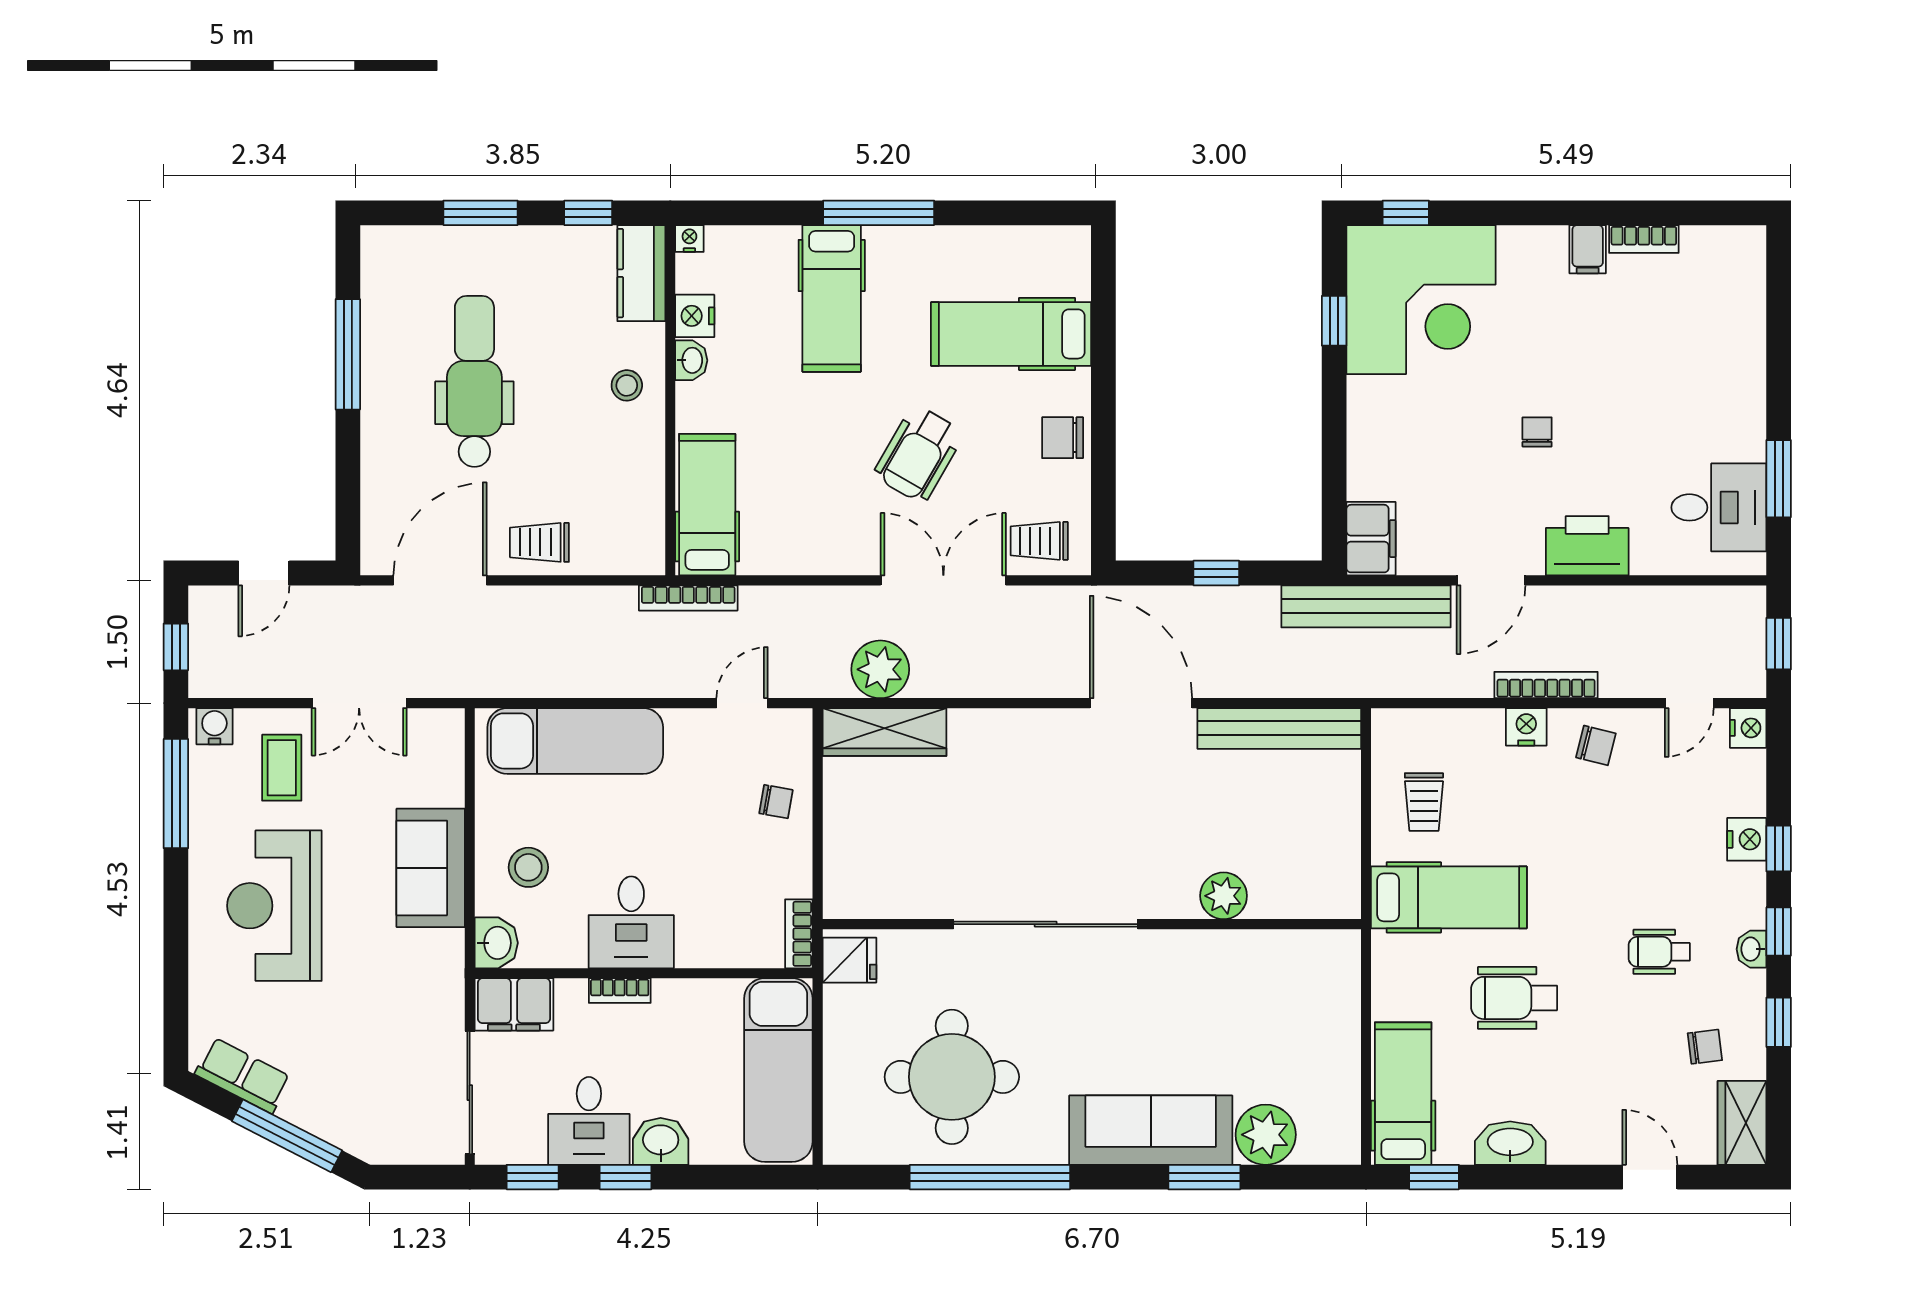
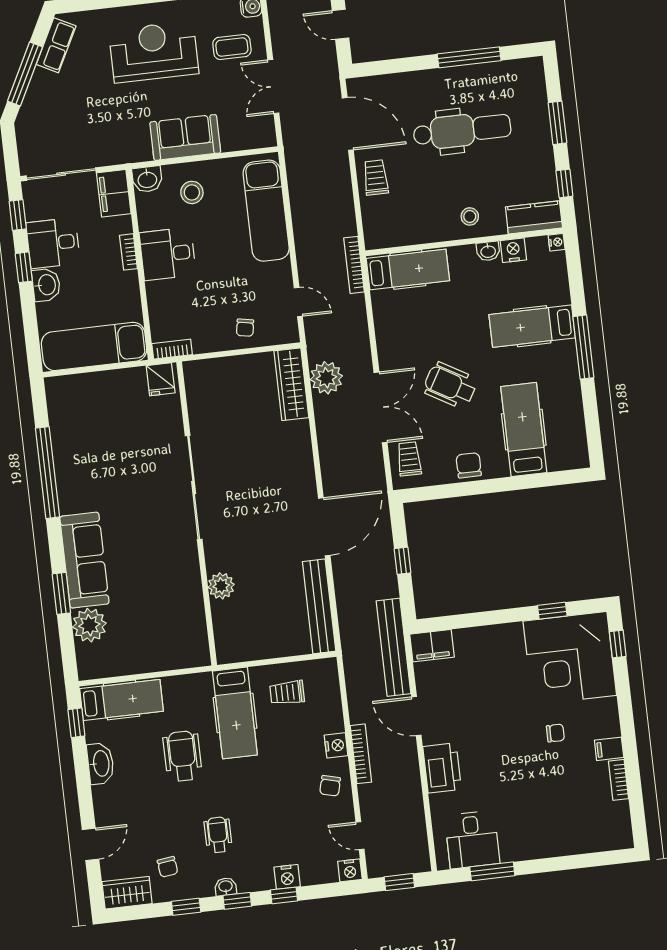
chair: (1537, 432) -> (555, 733), moved
round table: (952, 1077) -> (101, 445), removed

